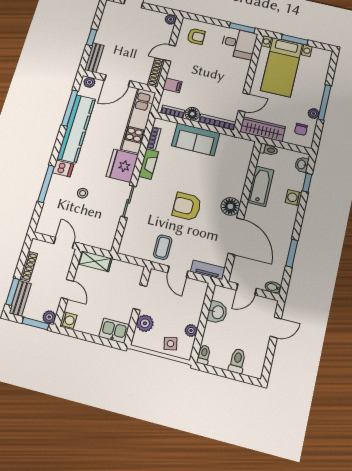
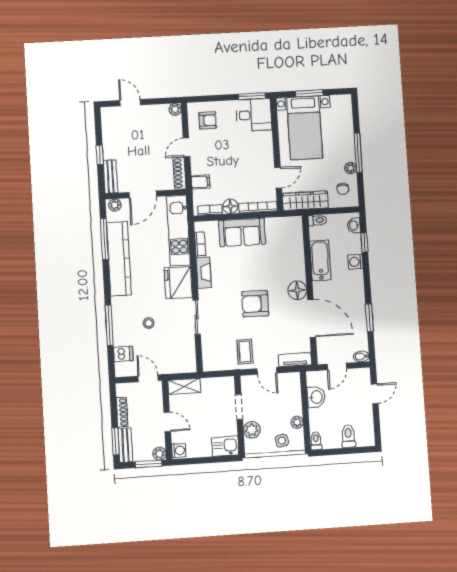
dishwasher: (63, 169) -> (123, 354), moved

